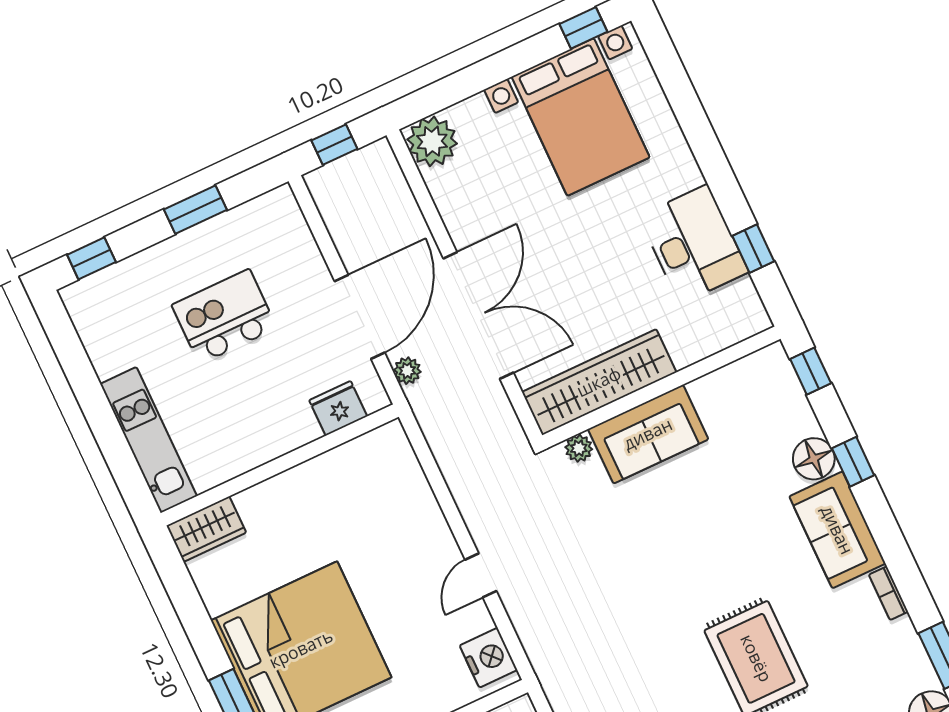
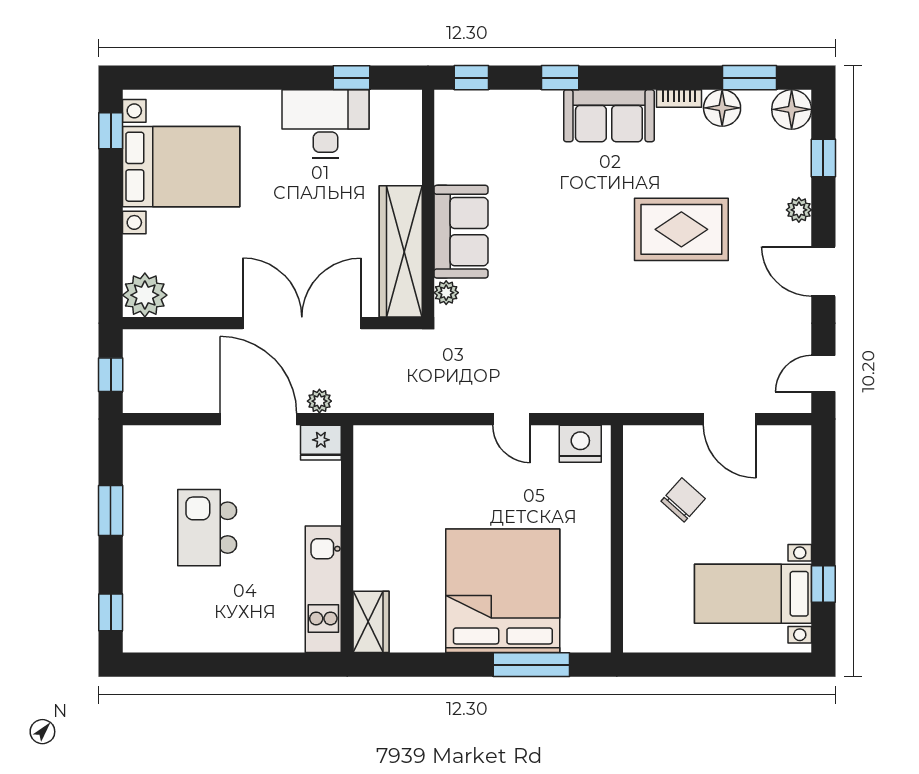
fridge: (338, 408) -> (321, 443), moved, turned -90
kitchen unit: (149, 440) -> (323, 589), moved, turned -90
floor lamp: (814, 459) -> (722, 108), moved

